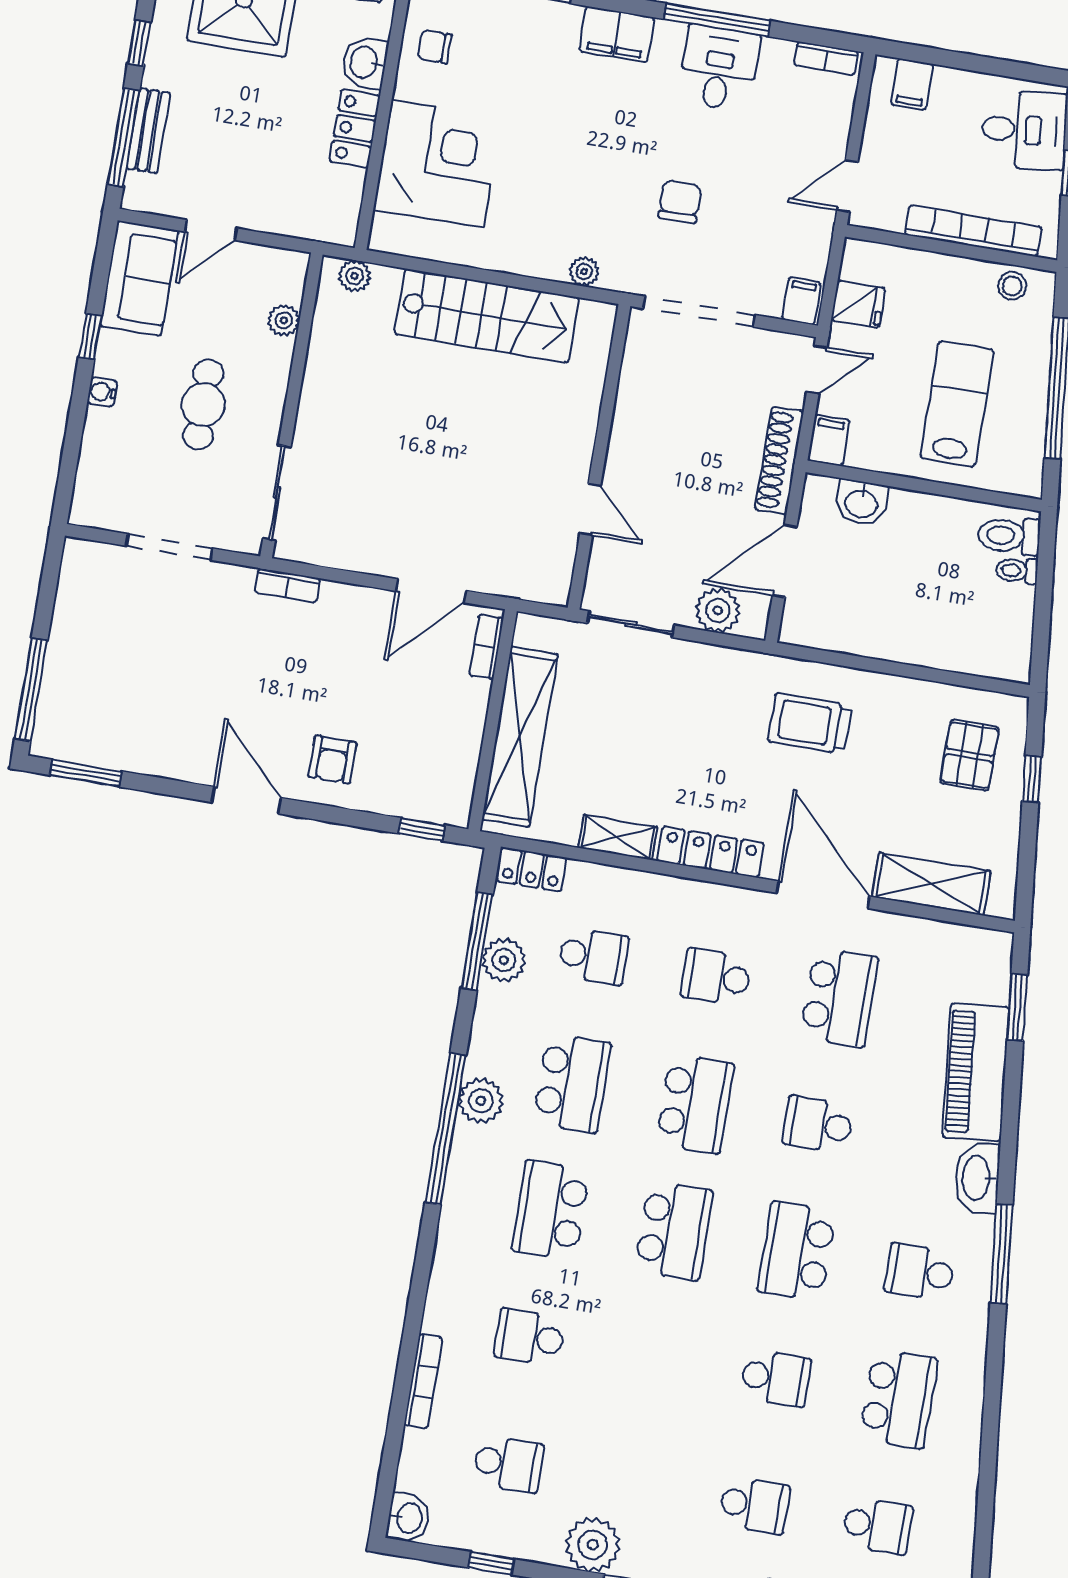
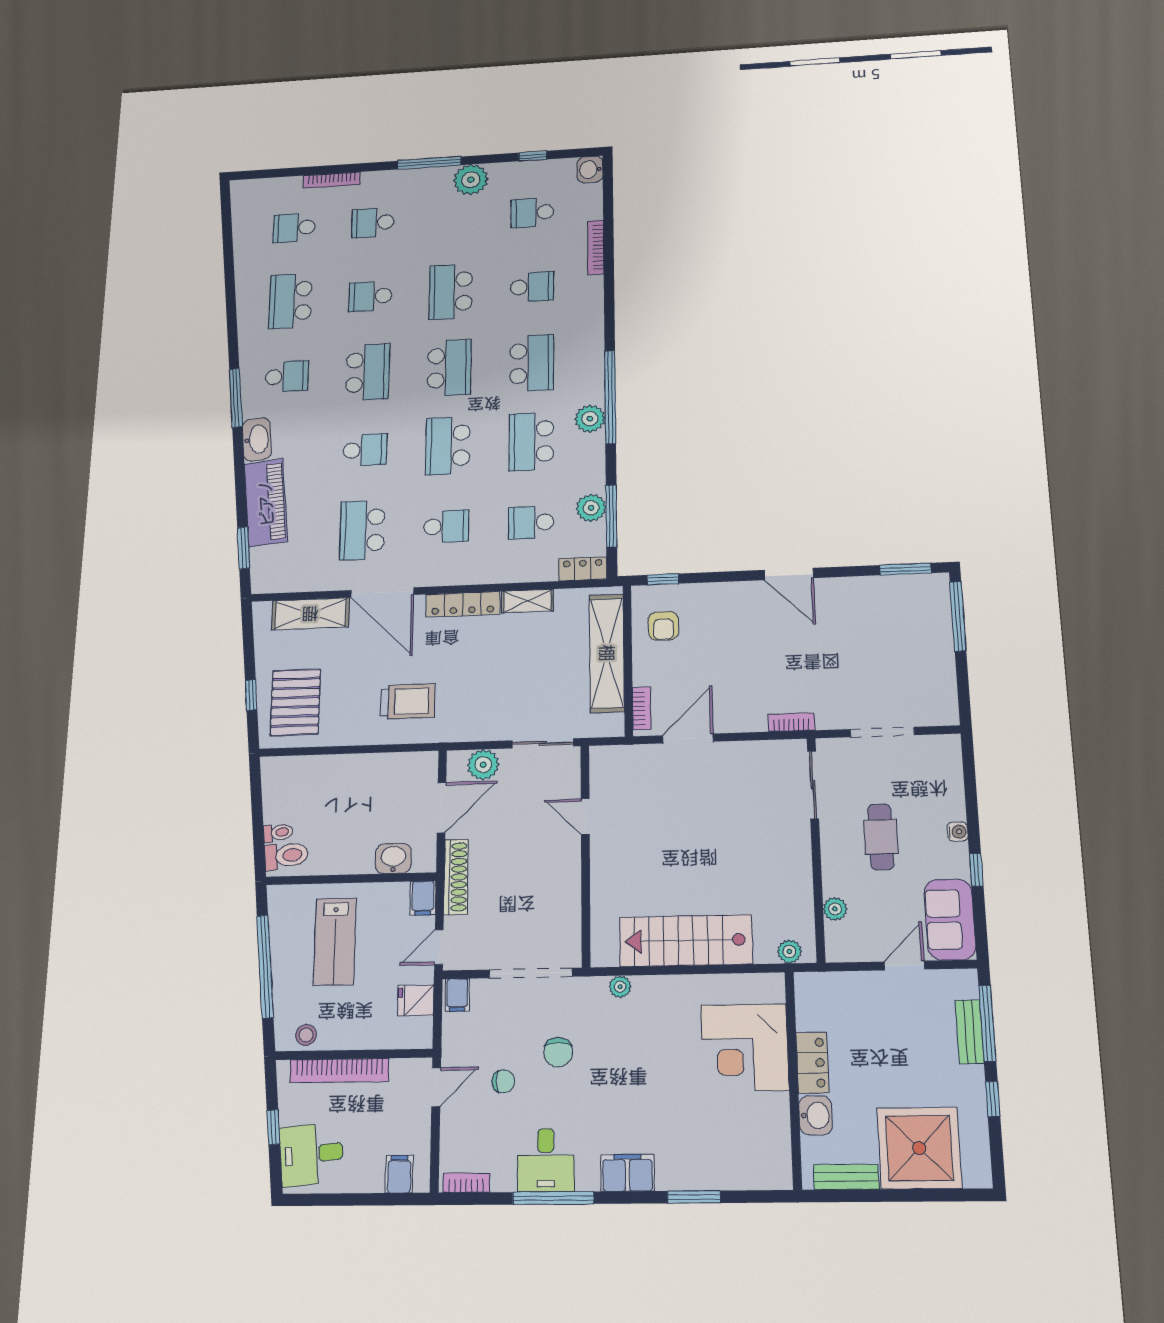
chair: (435, 47) -> (503, 1081), moved
pallet: (970, 755) -> (295, 702), width x1.50, depth x1.42
armchair: (332, 760) -> (663, 626), moved, turned 180
school desk: (674, 1231) -> (449, 368), turned 180
school desk: (652, 1358) -> (451, 292), added

